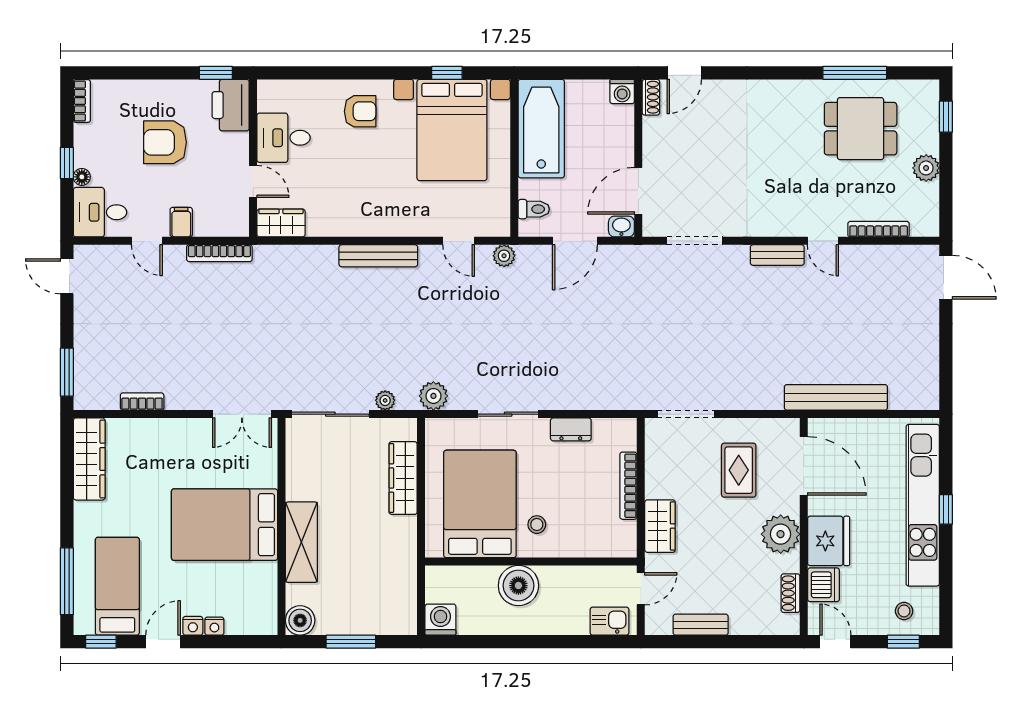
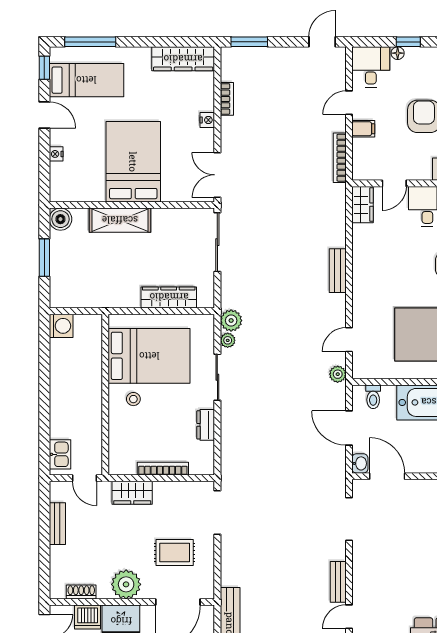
bench: (378, 256) -> (338, 271), width x0.73
plant: (385, 400) -> (228, 340), moved
boiler: (518, 586) -> (87, 385), removed
nightstand: (193, 626) -> (207, 120), moved, turned 180

